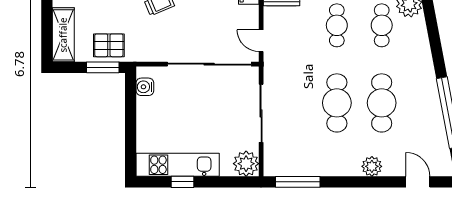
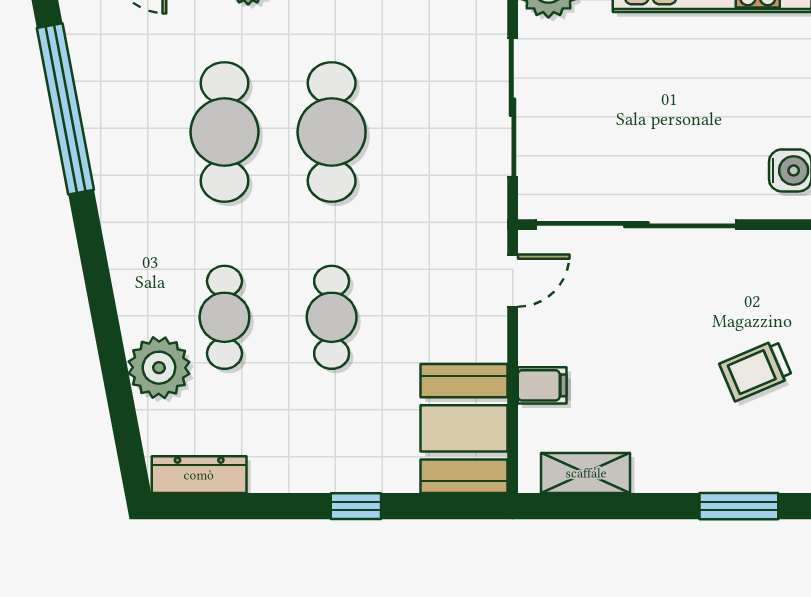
door: (261, 41) -> (513, 281), hinge flipped

